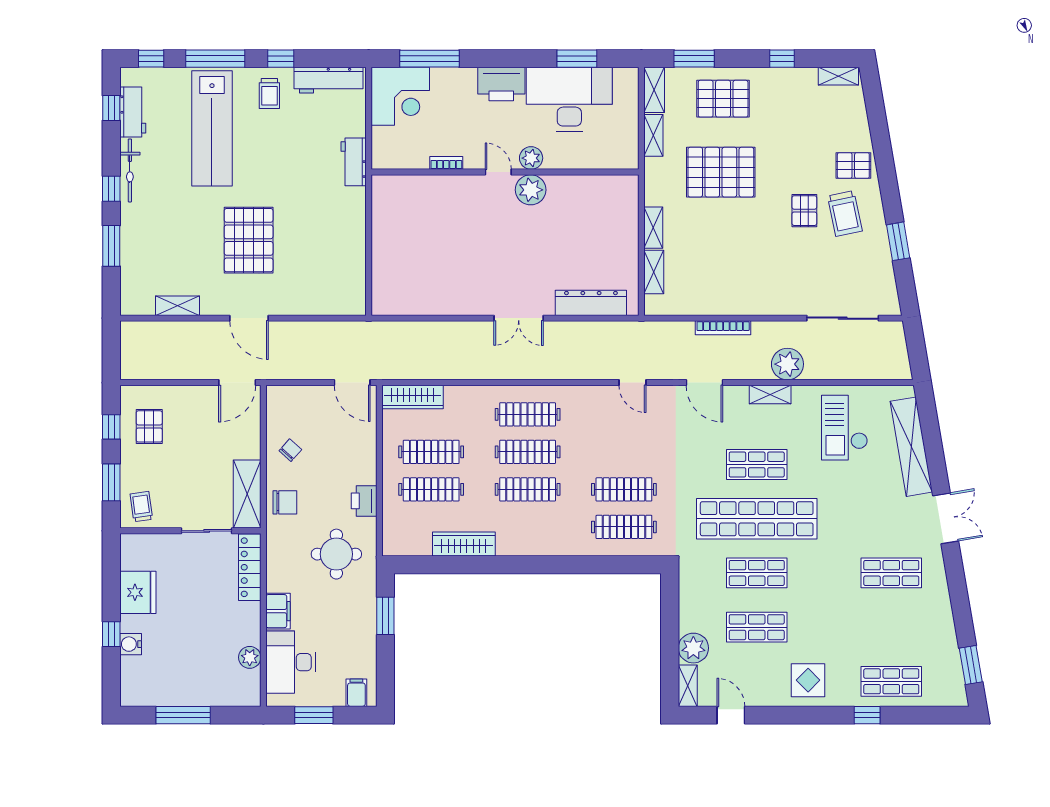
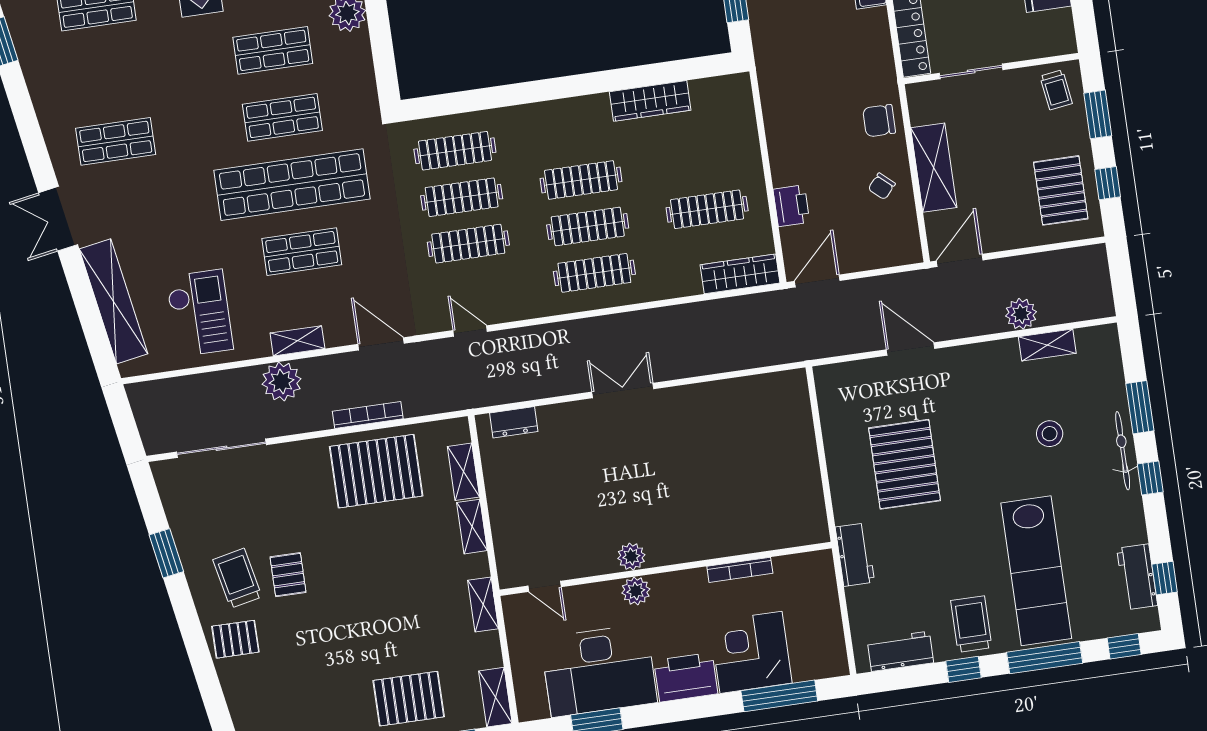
workbench: (329, 80) -> (900, 651), width x0.73
trolley: (269, 94) -> (971, 624), width x1.36, depth x1.39
corner desk: (400, 96) -> (751, 652), moved
lab bench: (212, 128) -> (1036, 571), turned 180
shelving: (653, 135) -> (483, 605), moved
bookcase: (446, 163) -> (740, 570), width x1.56
bicycle: (130, 170) -> (1123, 451), moved
door: (498, 172) -> (545, 586), moved
pallet: (721, 172) -> (376, 471), moved
plant: (531, 190) -> (631, 557), width x0.73, depth x0.73
stool: (186, 235) -> (1050, 434), added
pallet: (249, 240) -> (905, 464), moved
dresser: (591, 303) -> (514, 422), width x0.51, depth x0.80
door: (249, 318) -> (910, 349), moved
plant: (195, 333) -> (1021, 314), added
door: (352, 383) -> (817, 281), hinge flipped
pallet: (149, 426) -> (1061, 190), width x1.50, depth x1.42
clothes rail: (431, 489) -> (468, 244), moved
shelving: (247, 494) -> (934, 168), moved
printer: (364, 501) -> (791, 206), moved
round table: (336, 554) -> (806, 66), removed

